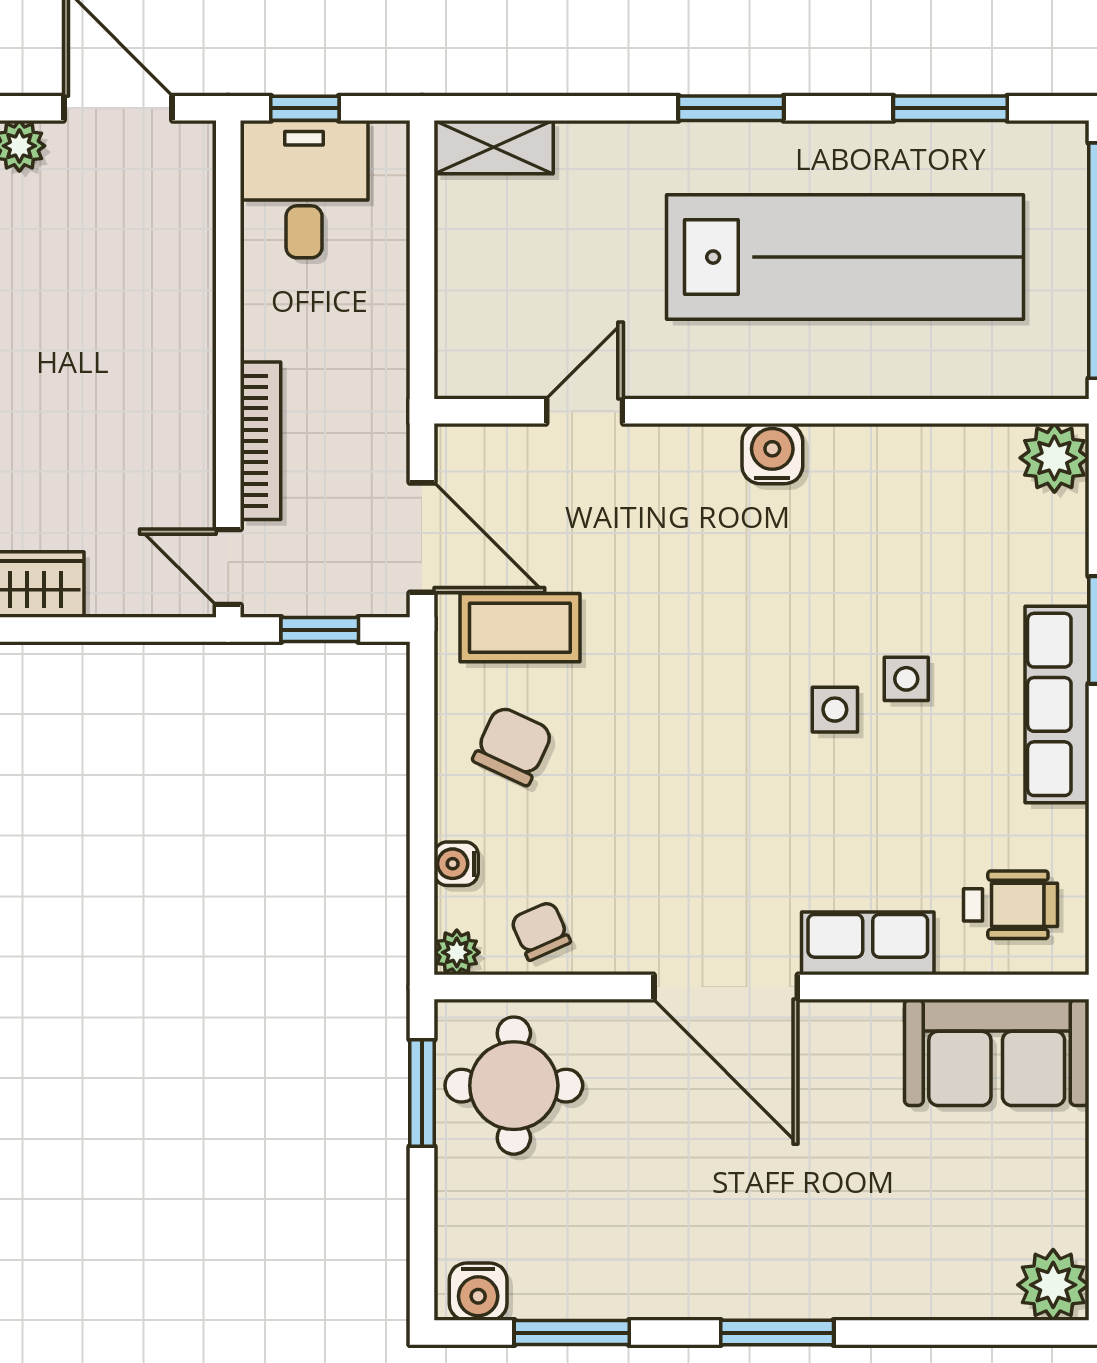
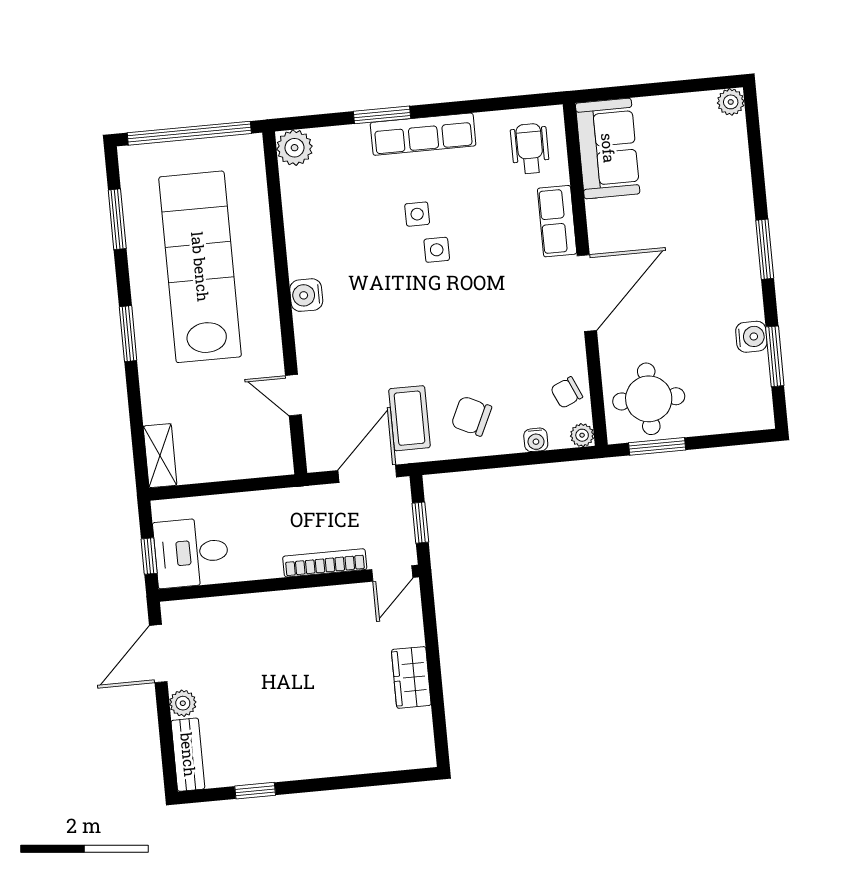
plant: (1053, 1285) -> (731, 102), width x0.73, depth x0.73
water cooler: (478, 1292) -> (751, 337), moved

